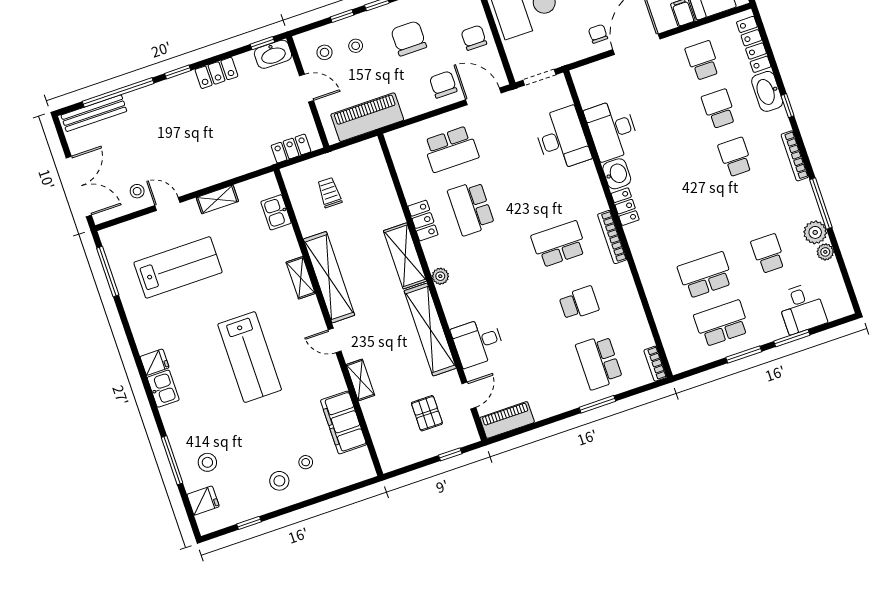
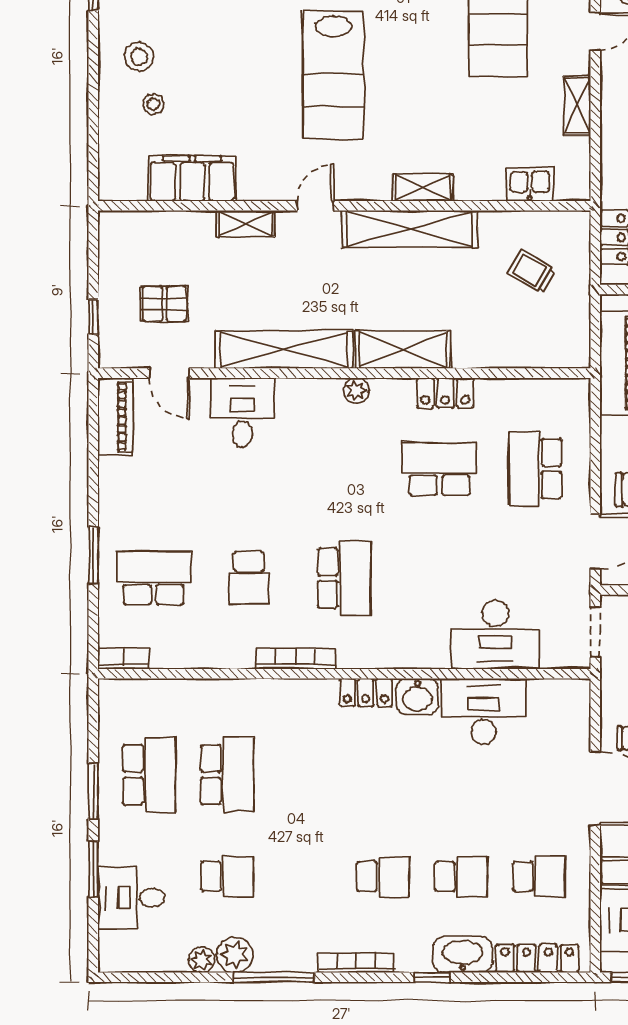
trolley: (329, 193) -> (532, 271), turned -149
bookcase: (612, 237) -> (296, 659), moved
lab bench: (250, 357) -> (333, 75), turned -90

